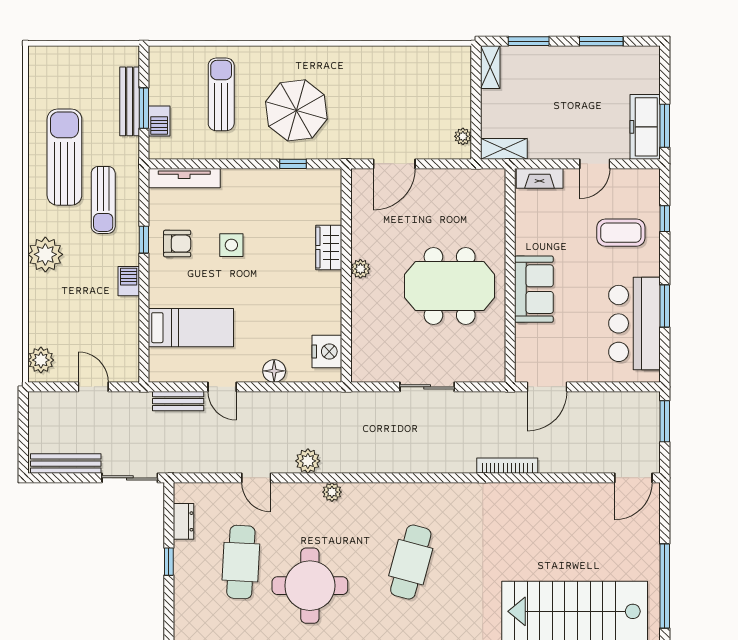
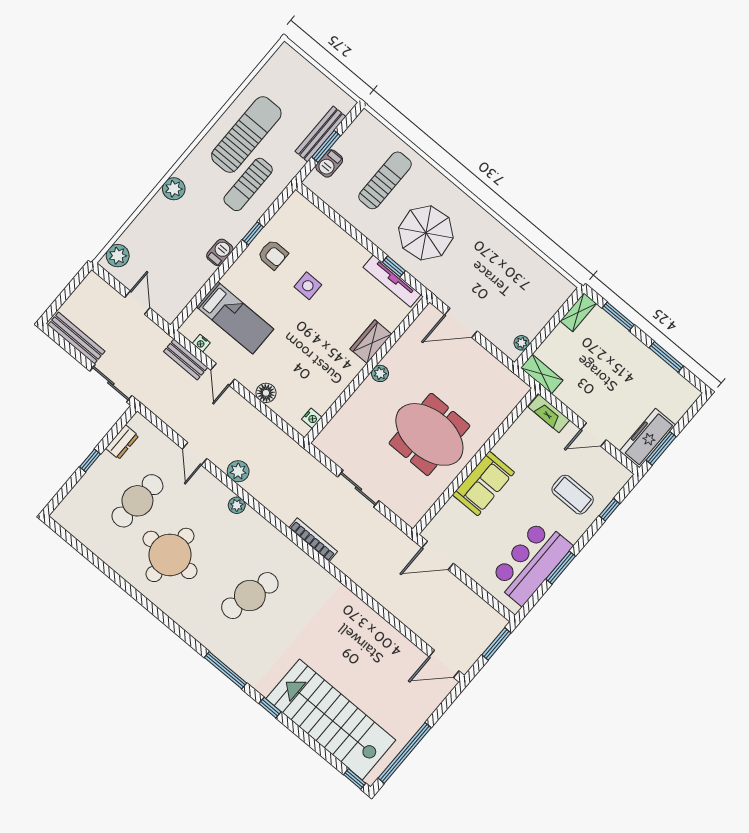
tv unit: (184, 178) -> (392, 281), moved
plant: (45, 254) -> (174, 189), width x0.73, depth x0.73
nightstand: (327, 351) -> (312, 418), width x0.53, depth x0.56
nightstand: (180, 375) -> (201, 343), added
bookcase: (507, 466) -> (313, 540), moved

